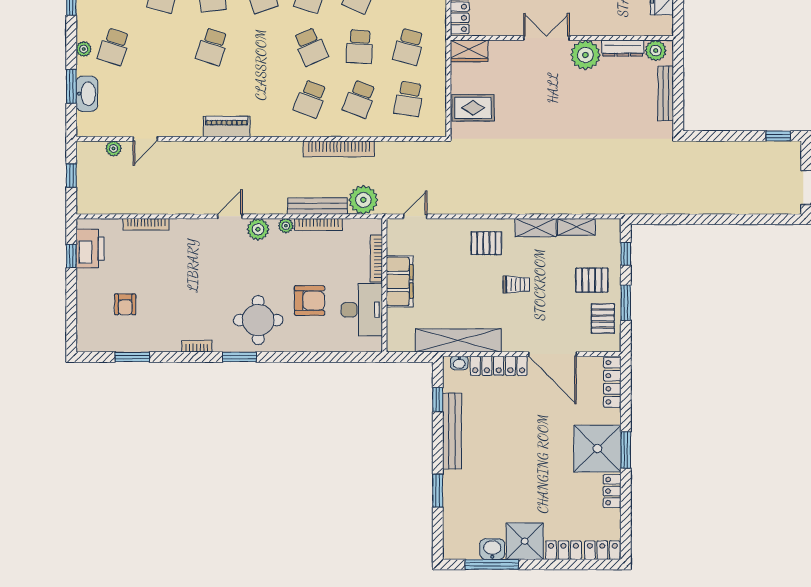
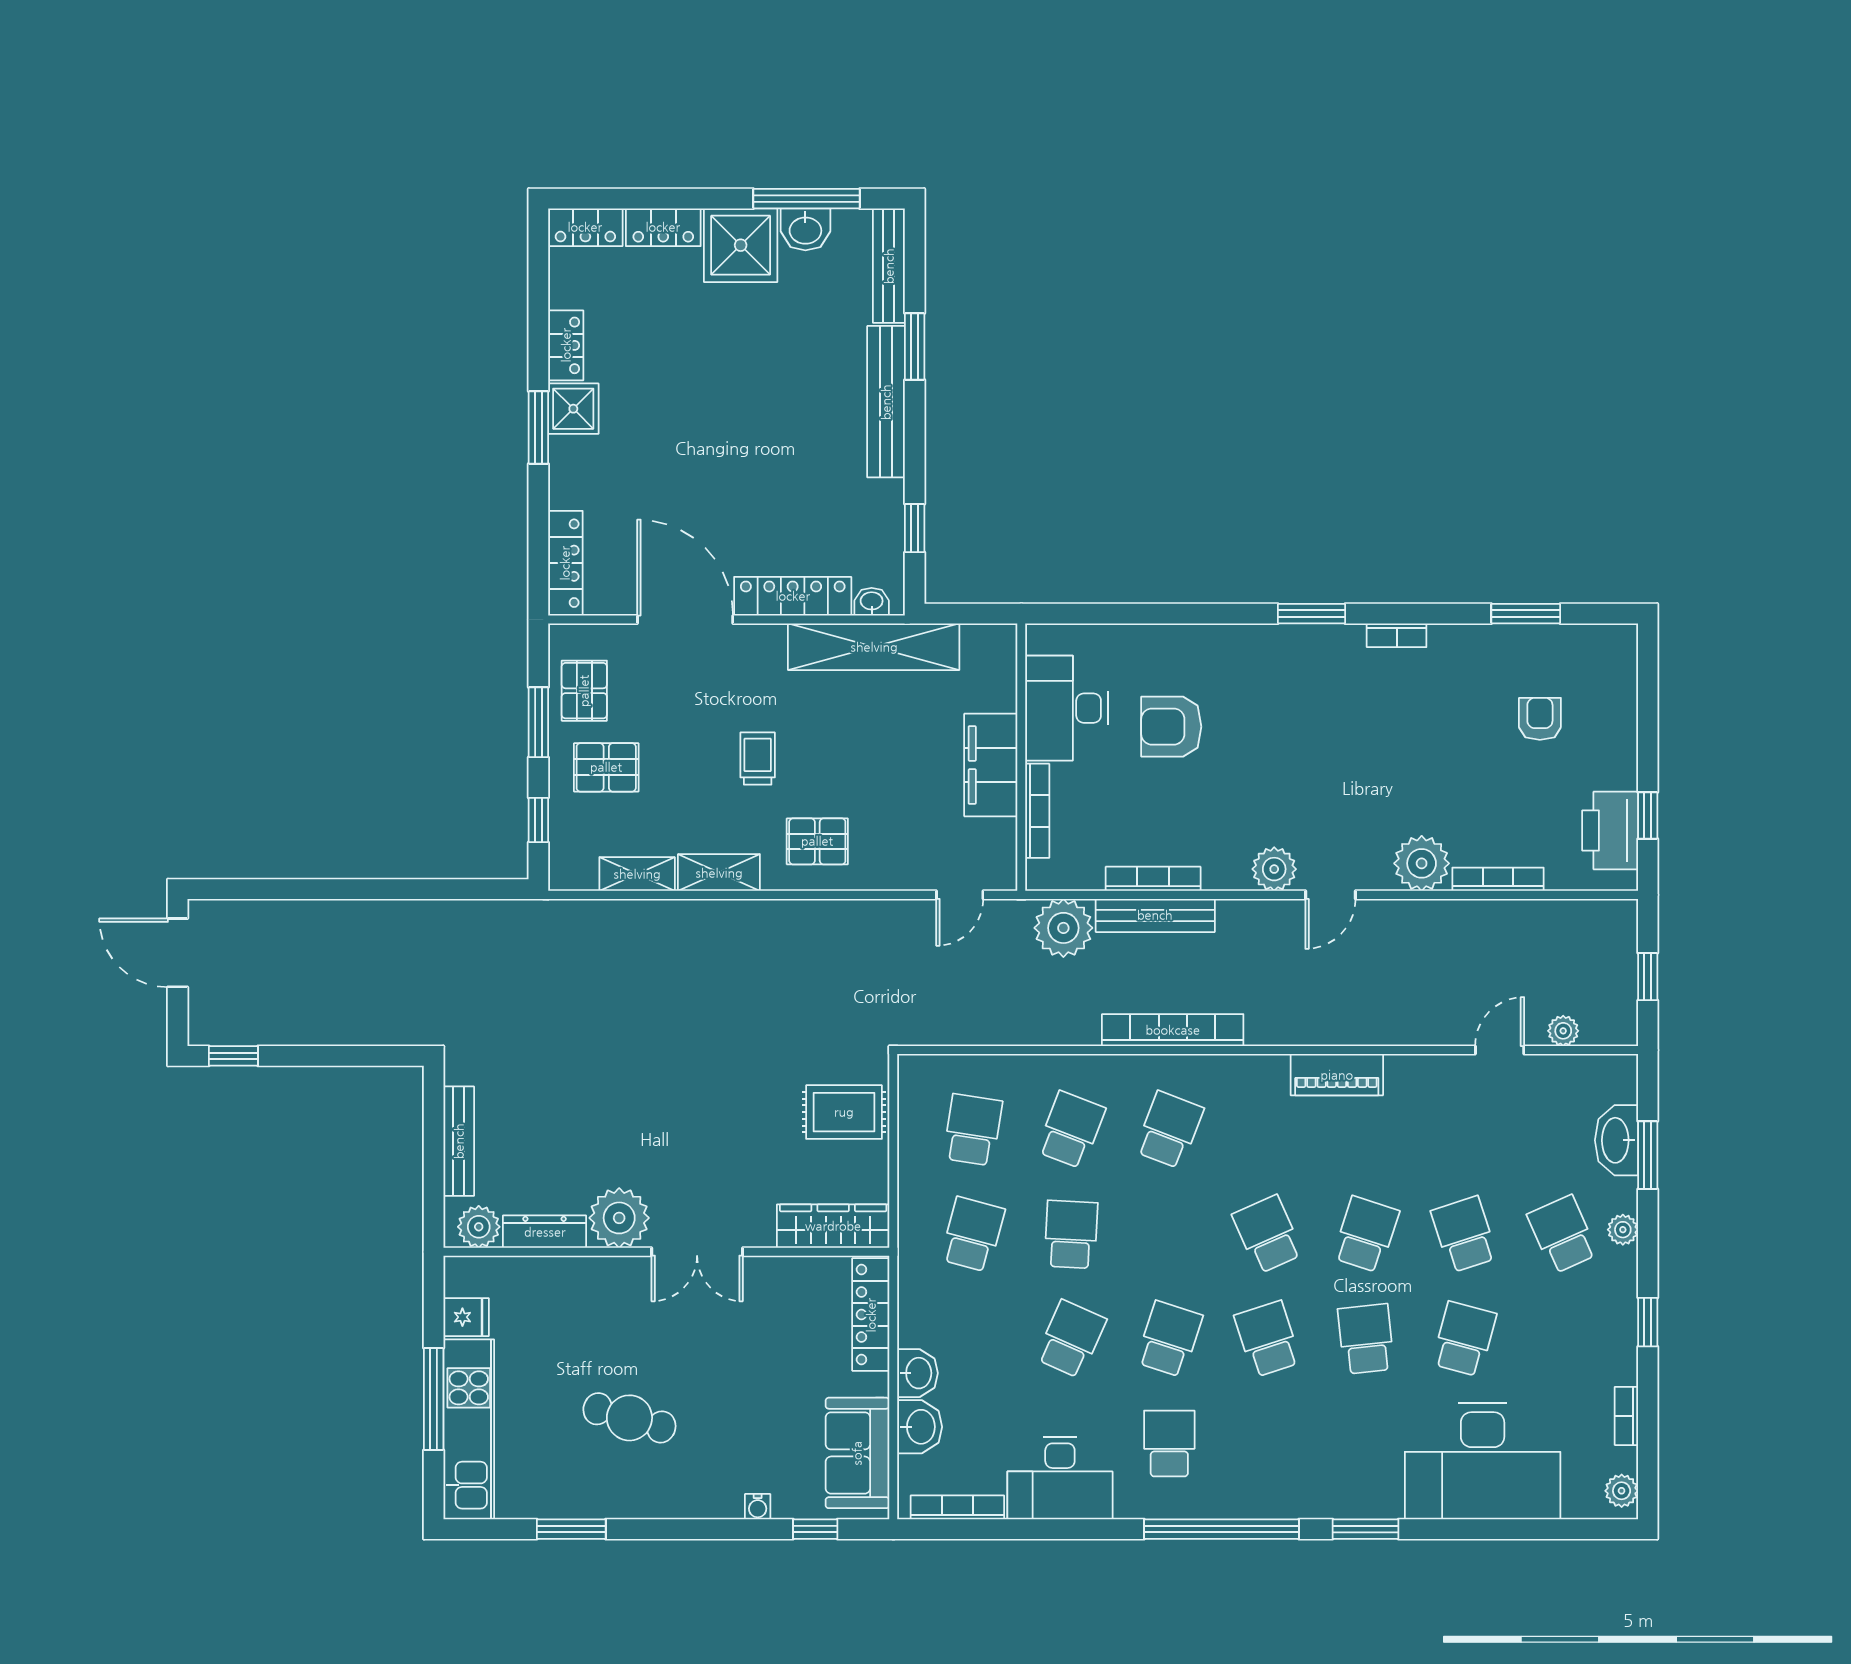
school desk: (114, 47) -> (1562, 1234), turned -42
school desk: (163, 47) -> (1464, 1234), added
school desk: (310, 47) -> (1268, 1234), moved
wardrobe: (469, 51) -> (833, 1226), width x1.50
bookcase: (339, 149) -> (1173, 1030), moved
plant: (286, 226) -> (1422, 863), moved, width x1.87, depth x1.87
trolley: (516, 285) -> (758, 759), turned 90
round table: (258, 320) -> (1274, 688), removed
bench: (452, 431) -> (886, 402), moved
shower: (597, 449) -> (573, 409), width x0.54, depth x0.54
bench: (451, 531) -> (889, 266), added

